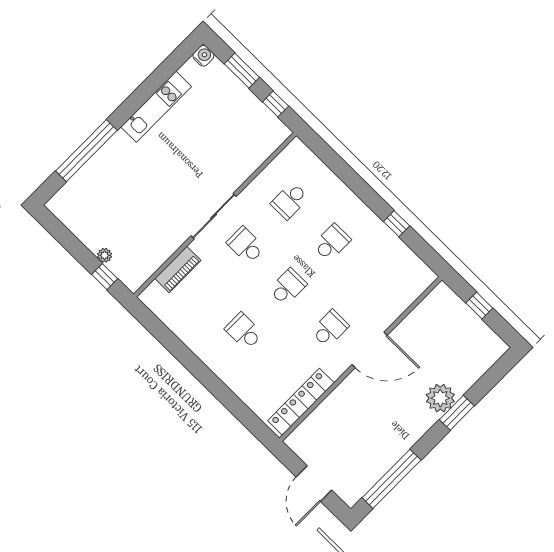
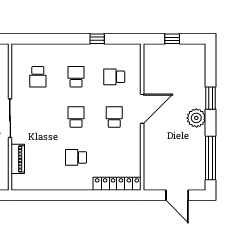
school desk: (246, 245) -> (114, 77), moved
plant: (440, 398) -> (196, 118), moved
locker: (301, 402) -> (117, 184), moved, turned 90

